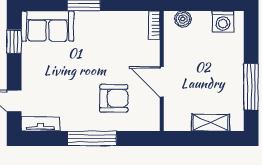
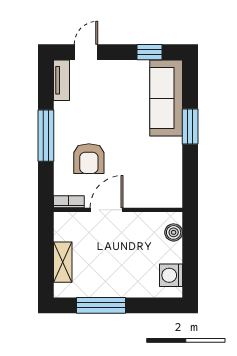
bookcase: (154, 25) -> (69, 202), moved
sofa: (48, 26) -> (166, 98), width x1.36

